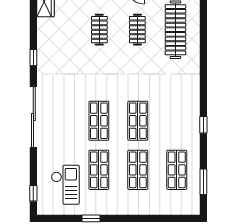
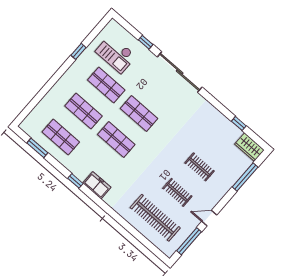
window: (33, 58) -> (239, 123), moved
freezer: (191, 103) -> (97, 185), added
window: (33, 193) -> (146, 42), moved

